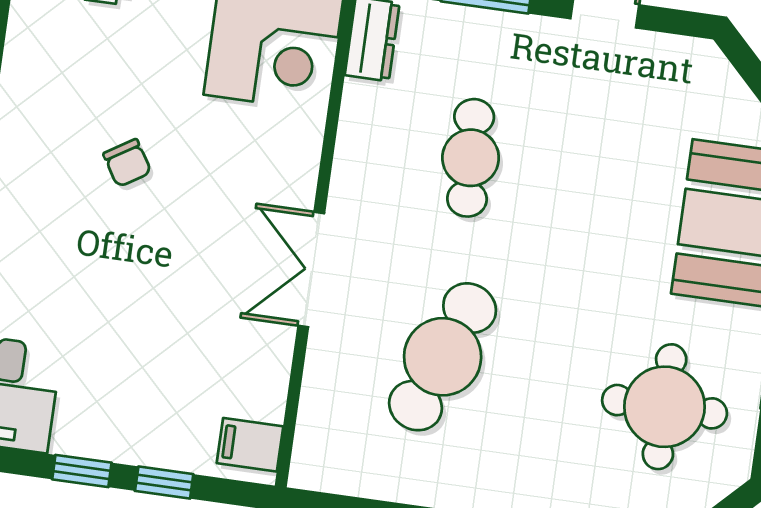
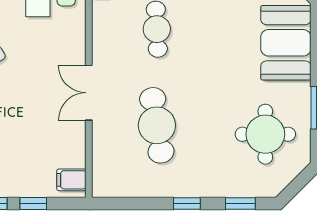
cafe table: (443, 357) -> (157, 125), turned -30

